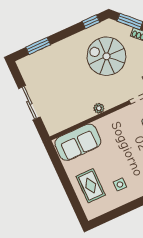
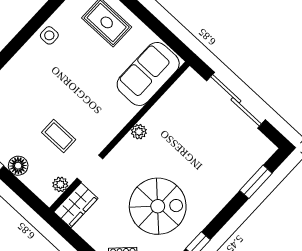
sliding door: (29, 103) -> (236, 100), width x1.37
side table: (120, 184) -> (49, 35), moved

